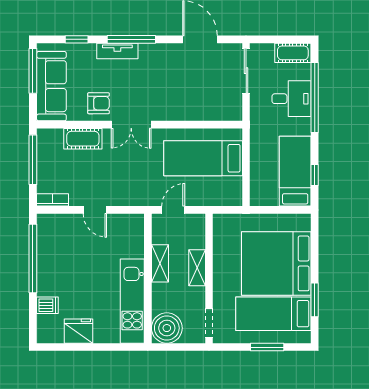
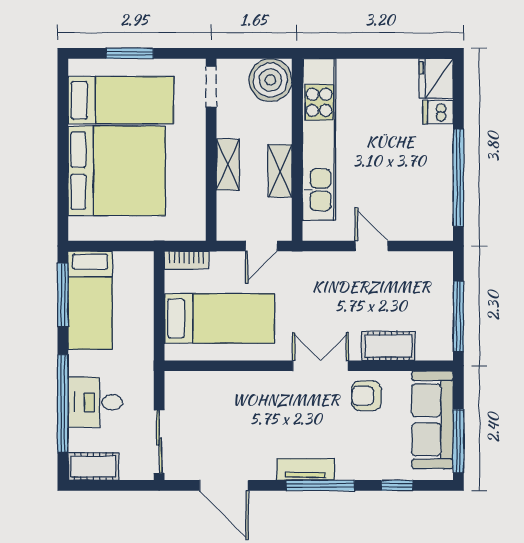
tv unit: (117, 51) -> (306, 469), moved
window: (315, 175) -> (63, 295), width x2.17
bookcase: (52, 200) -> (187, 260), moved
window: (315, 300) -> (63, 120), removed
kitchen unit: (132, 301) -> (319, 140), width x1.36
fridge: (79, 331) -> (436, 78), moved, turned 90

